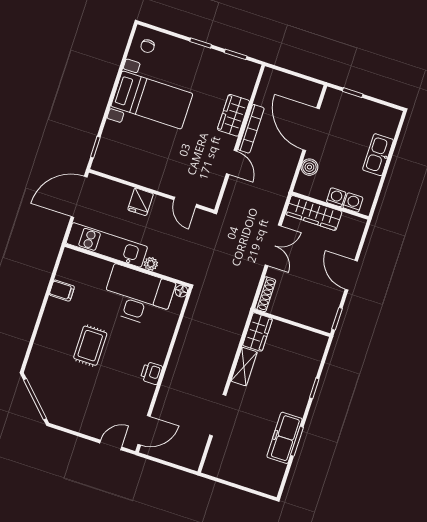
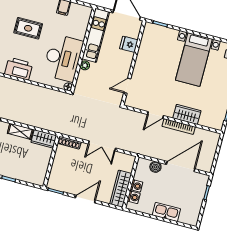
fridge: (141, 202) -> (129, 44), moved
wardrobe: (314, 213) -> (121, 189), moved
printer: (151, 373) -> (19, 69), width x1.87, depth x1.48

